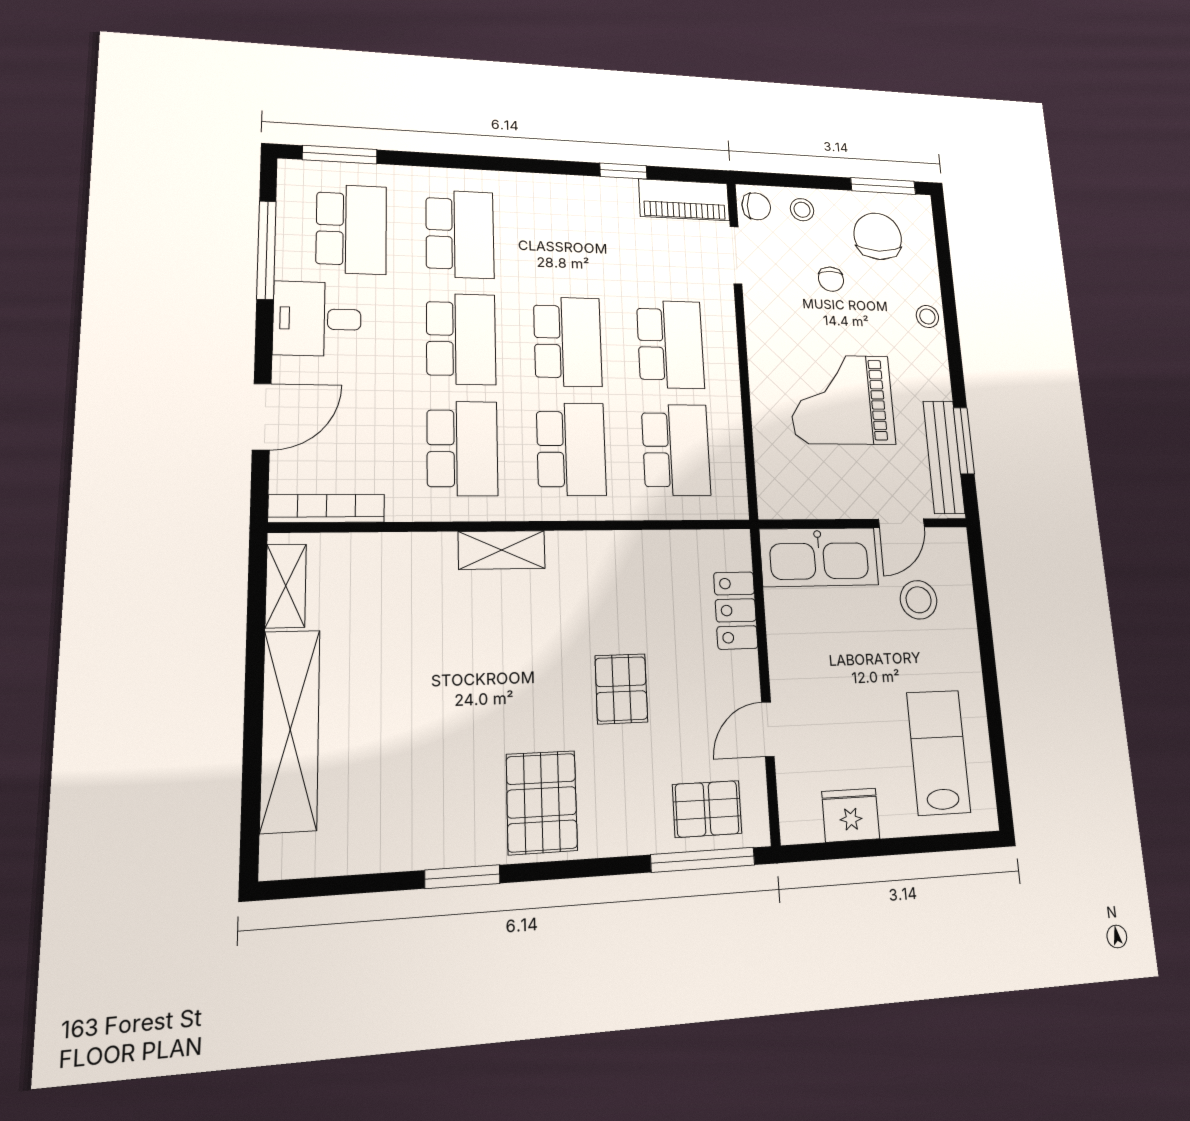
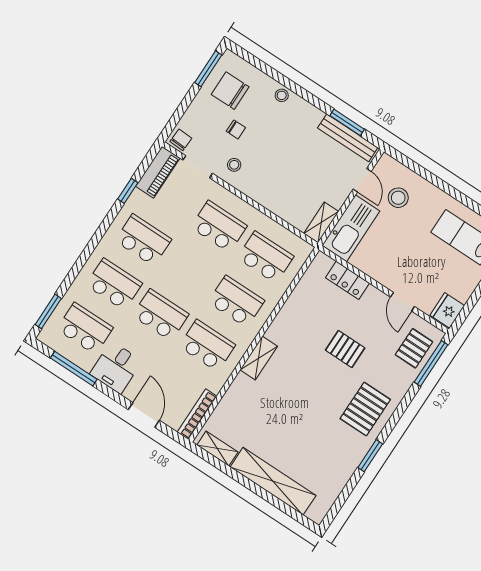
stool: (802, 210) -> (234, 165), moved
school desk: (568, 342) -> (143, 240), moved
grand piano: (842, 399) -> (292, 166), removed
shelving: (793, 503) -> (321, 223), added
pallet: (542, 802) -> (365, 409), turned 90
fridge: (851, 815) -> (447, 310), moved

